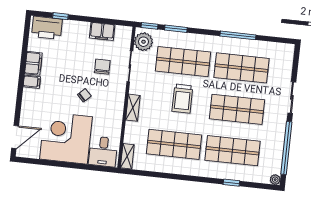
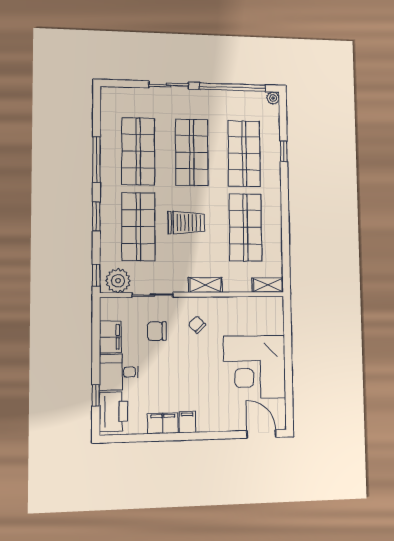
window: (176, 29) -> (96, 217), moved
chair: (84, 95) -> (197, 325), moved
desk: (103, 152) -> (119, 372), moved, turned 180

